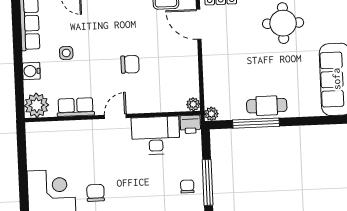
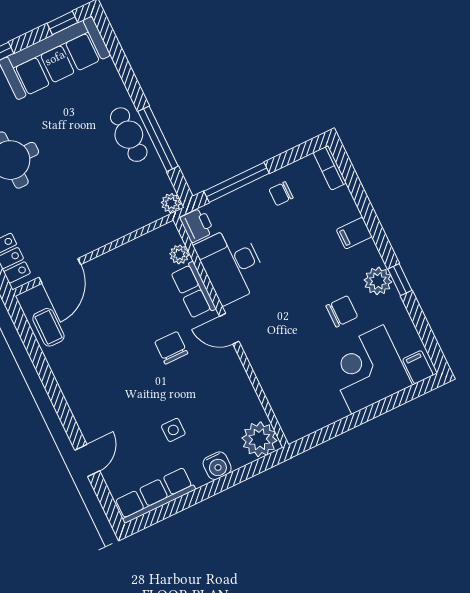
chair: (130, 64) -> (171, 348), moved
plant: (193, 104) -> (179, 254), moved
row of seats: (76, 107) -> (193, 290), moved
window: (208, 182) -> (237, 182), moved
chair: (96, 193) -> (342, 311), turned 180

